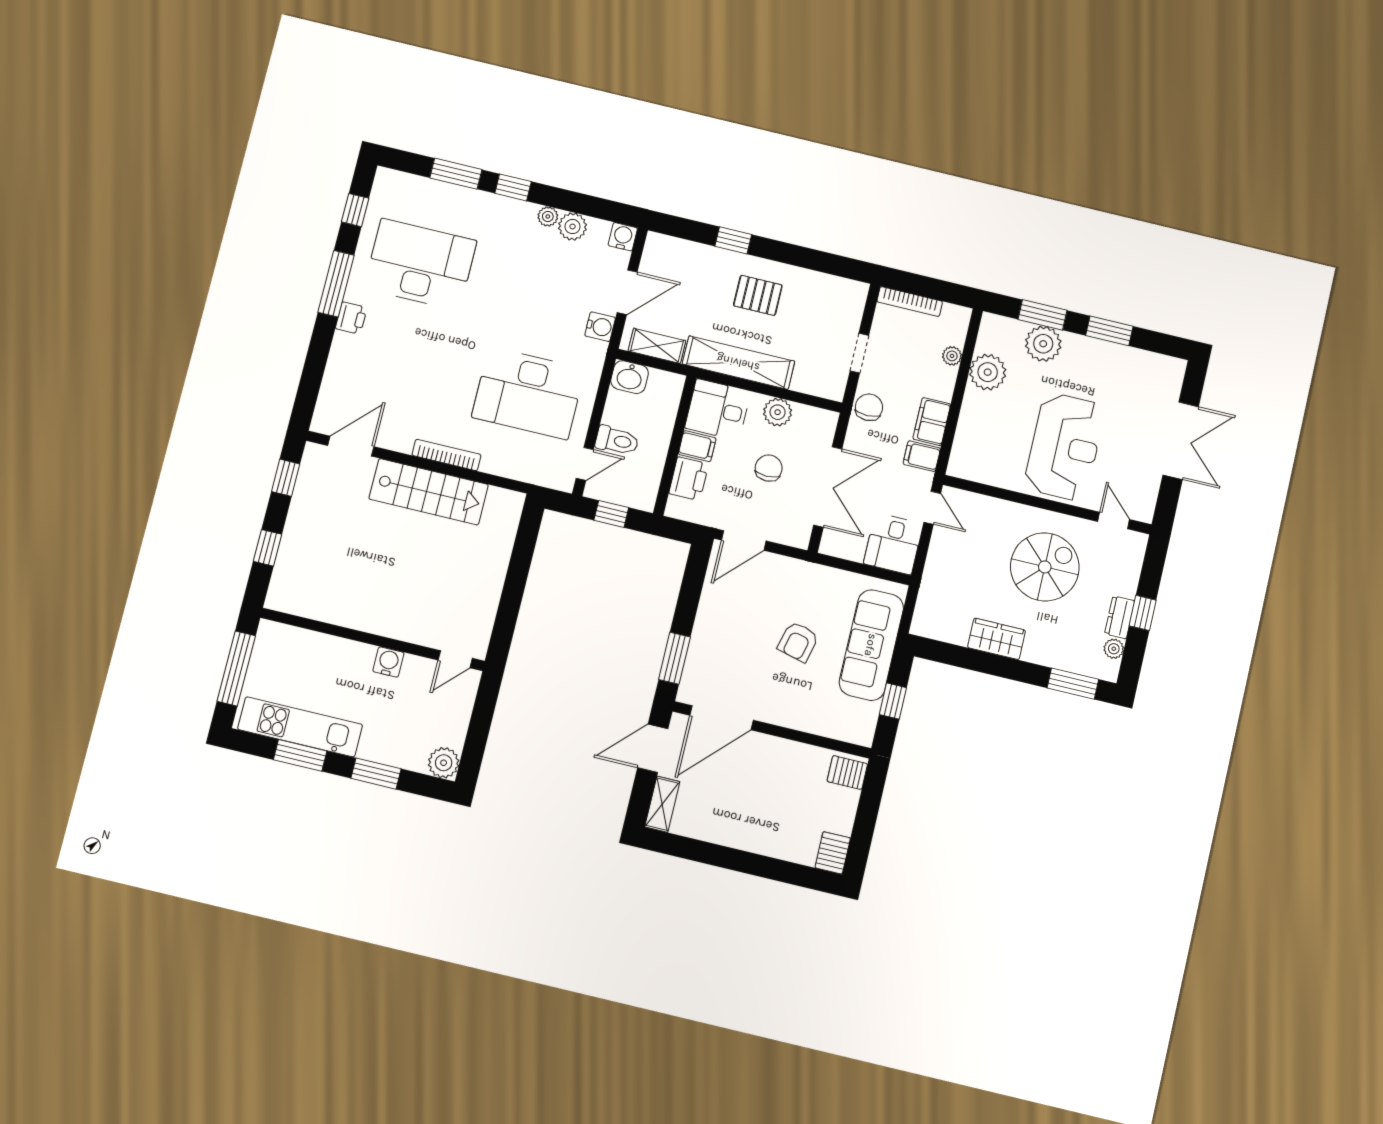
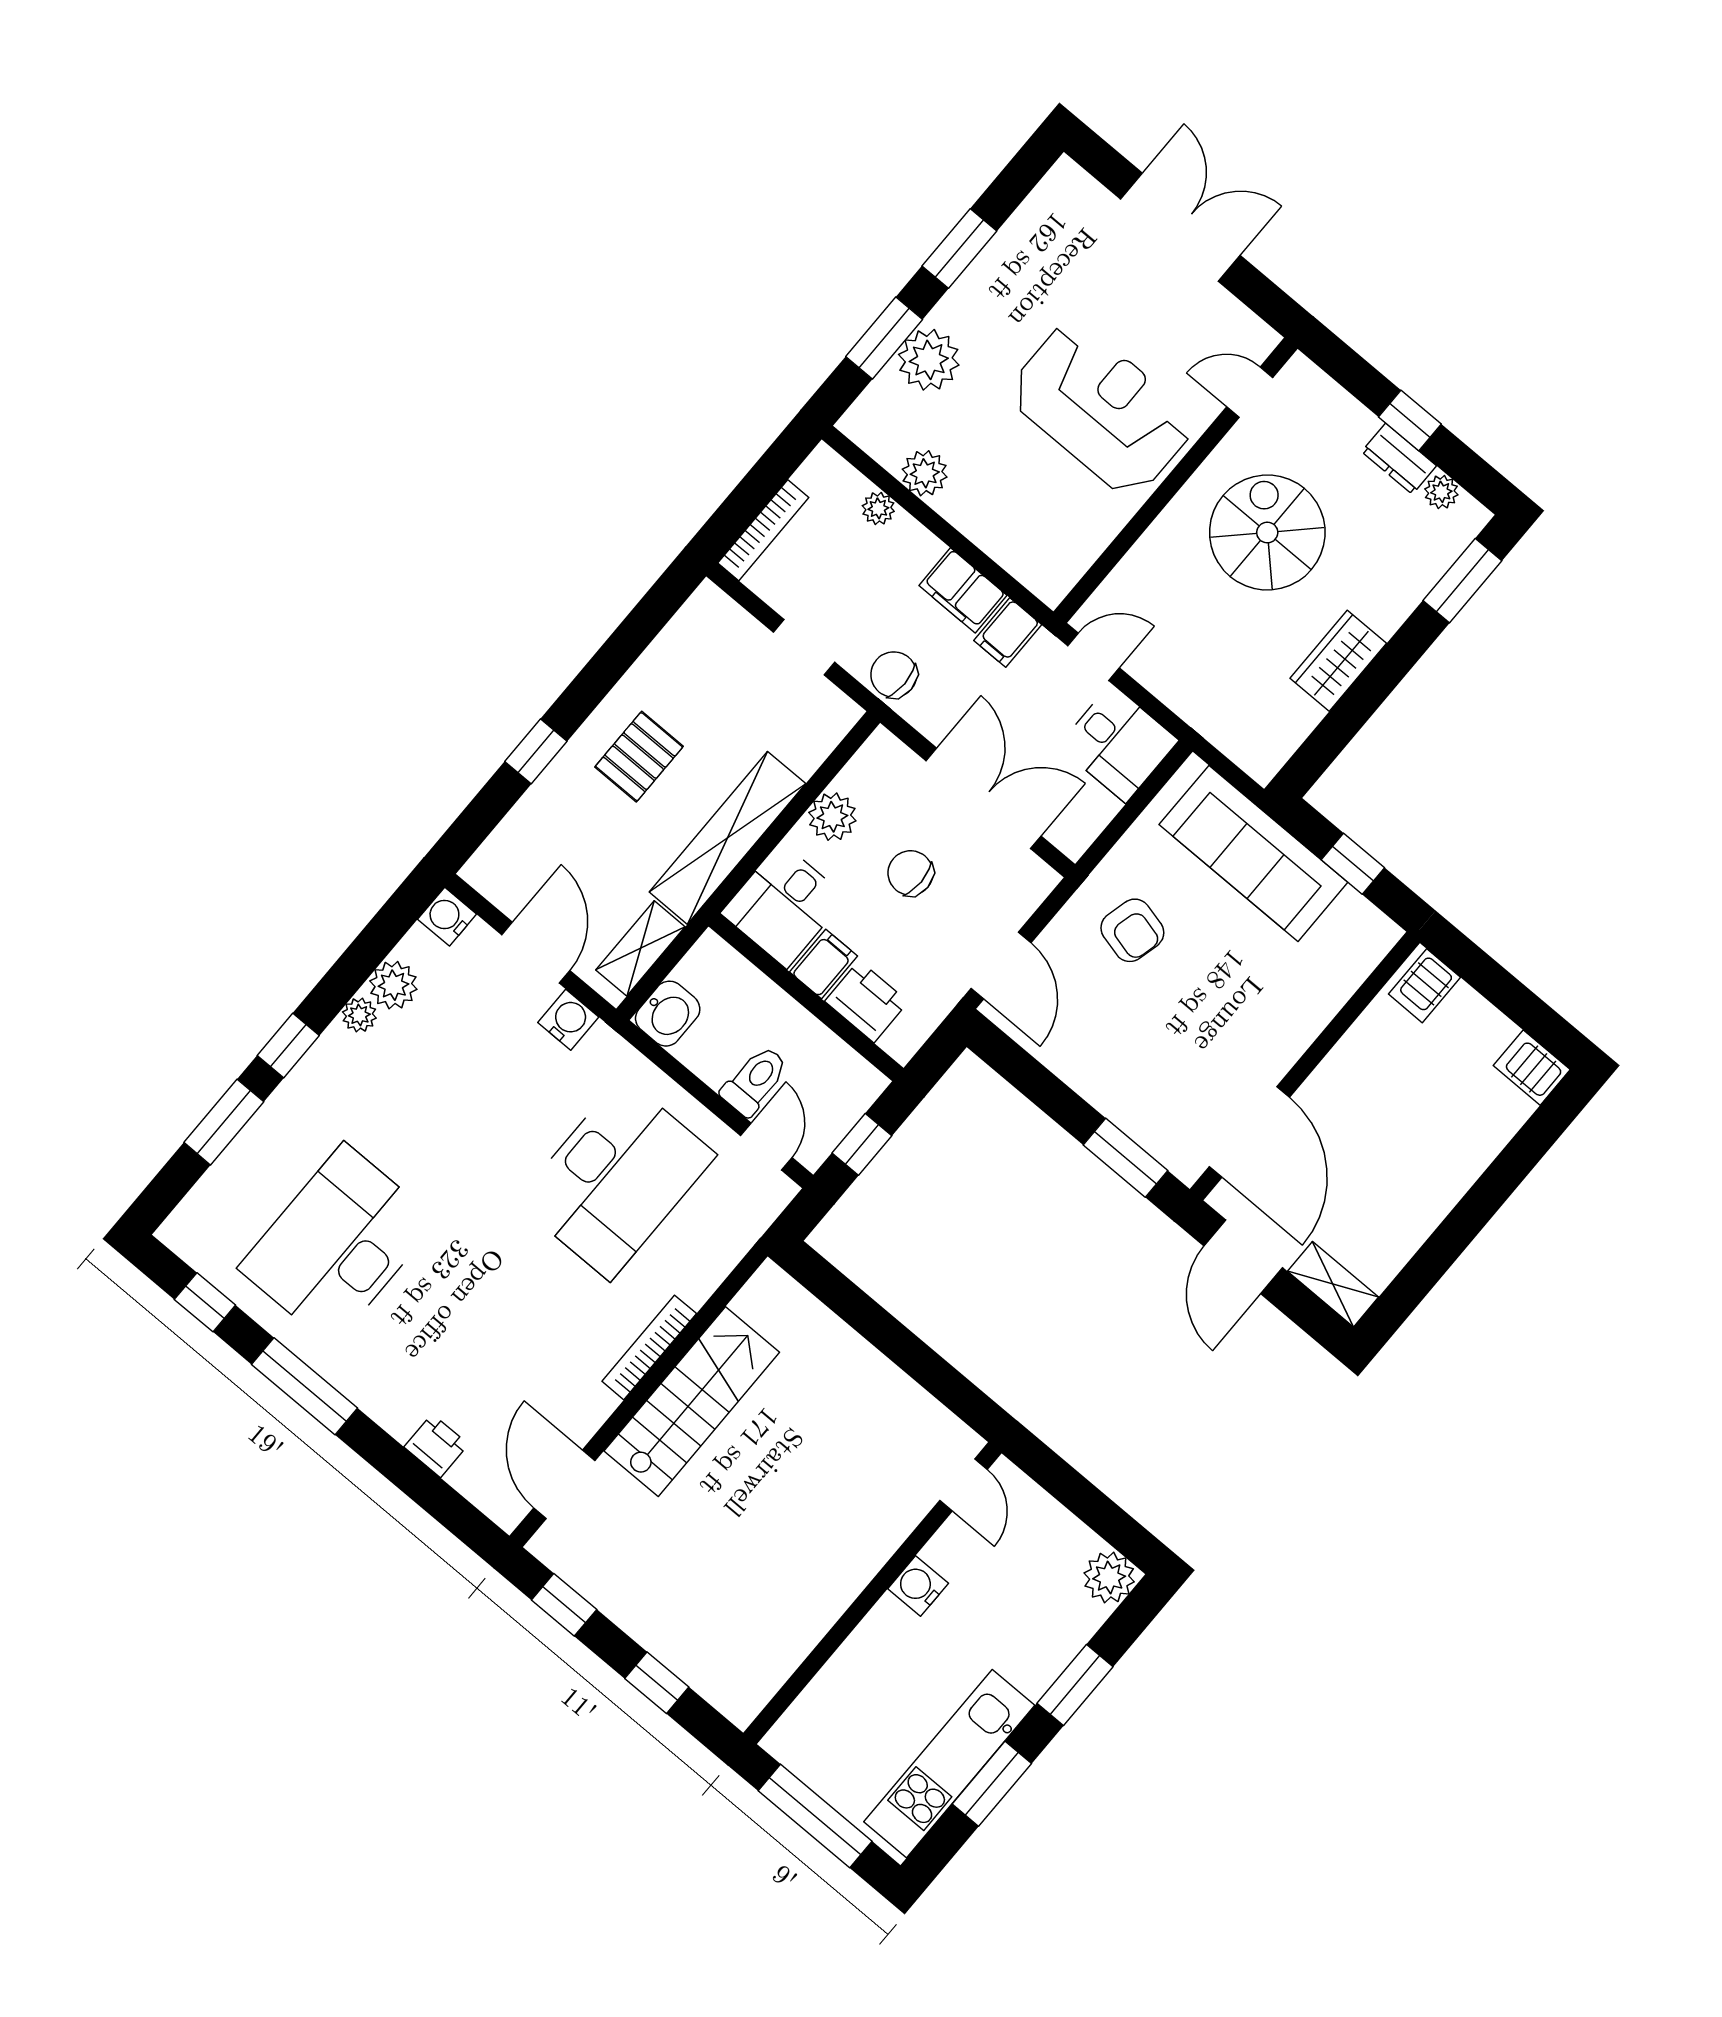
printer: (351, 318) -> (436, 1446), moved
plant: (988, 372) -> (925, 473), width x0.73, depth x0.73
armchair: (798, 642) -> (1132, 930), moved

